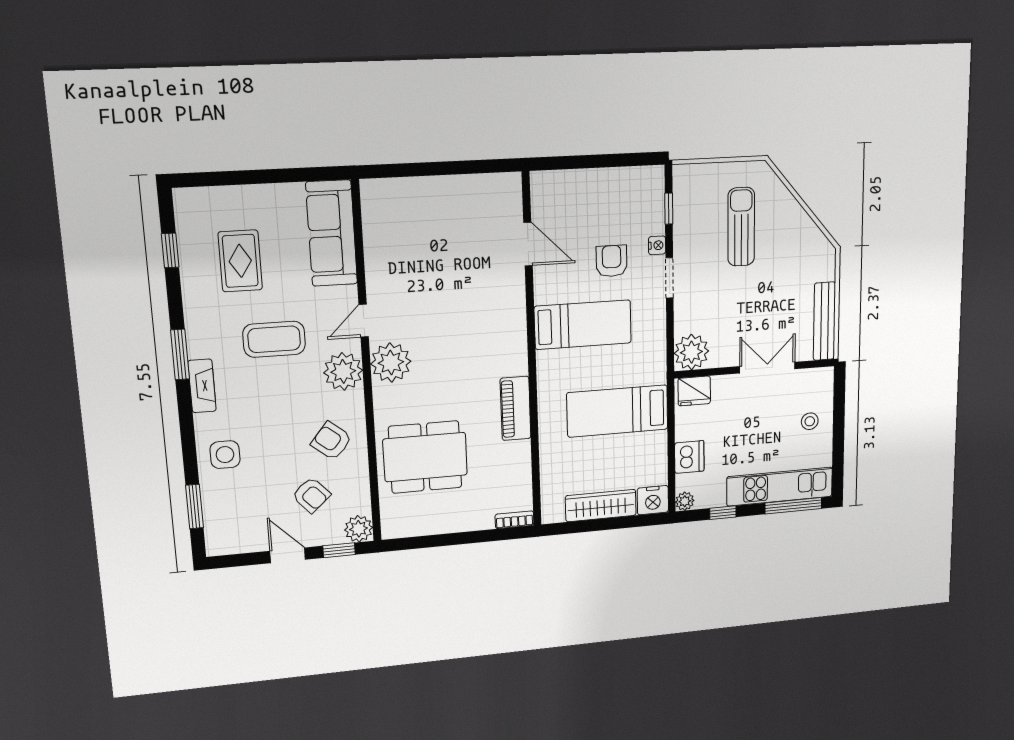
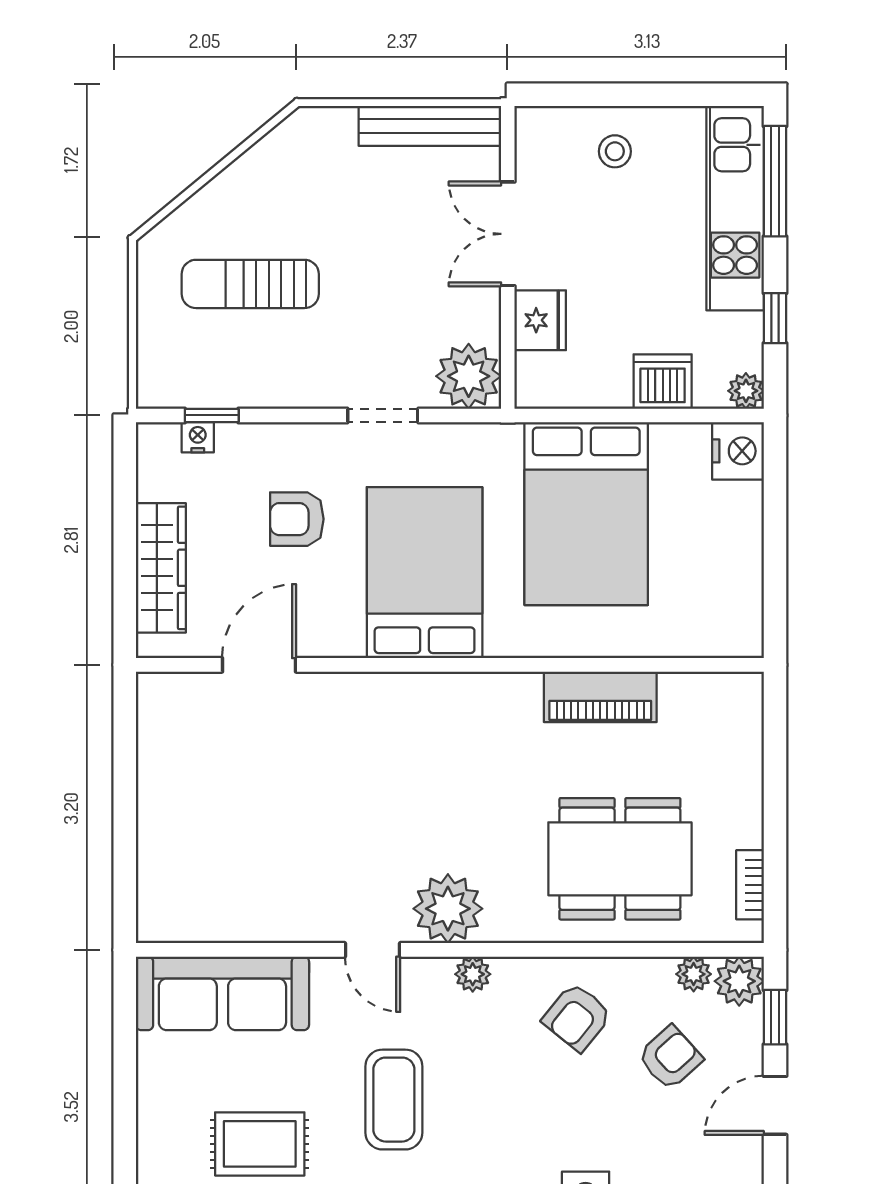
nightstand: (657, 245) -> (198, 437), moved
doorway: (669, 278) -> (383, 415), moved
bed: (583, 325) -> (425, 573), width x1.50
plant: (343, 371) -> (473, 974), width x0.53, depth x0.53
fridge: (694, 391) -> (540, 320), moved
piano: (516, 408) -> (600, 697), moved
bed: (618, 411) -> (586, 514), width x1.50
dining table: (425, 457) -> (620, 859), turned 90
plant: (361, 503) -> (694, 974), added
wardrobe: (601, 506) -> (161, 568), moved, turned 180
bookcase: (515, 520) -> (750, 885), moved

